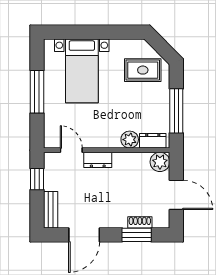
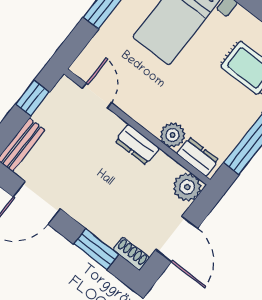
dresser: (98, 160) -> (137, 145), moved
shoe rack: (140, 222) -> (131, 254), moved

